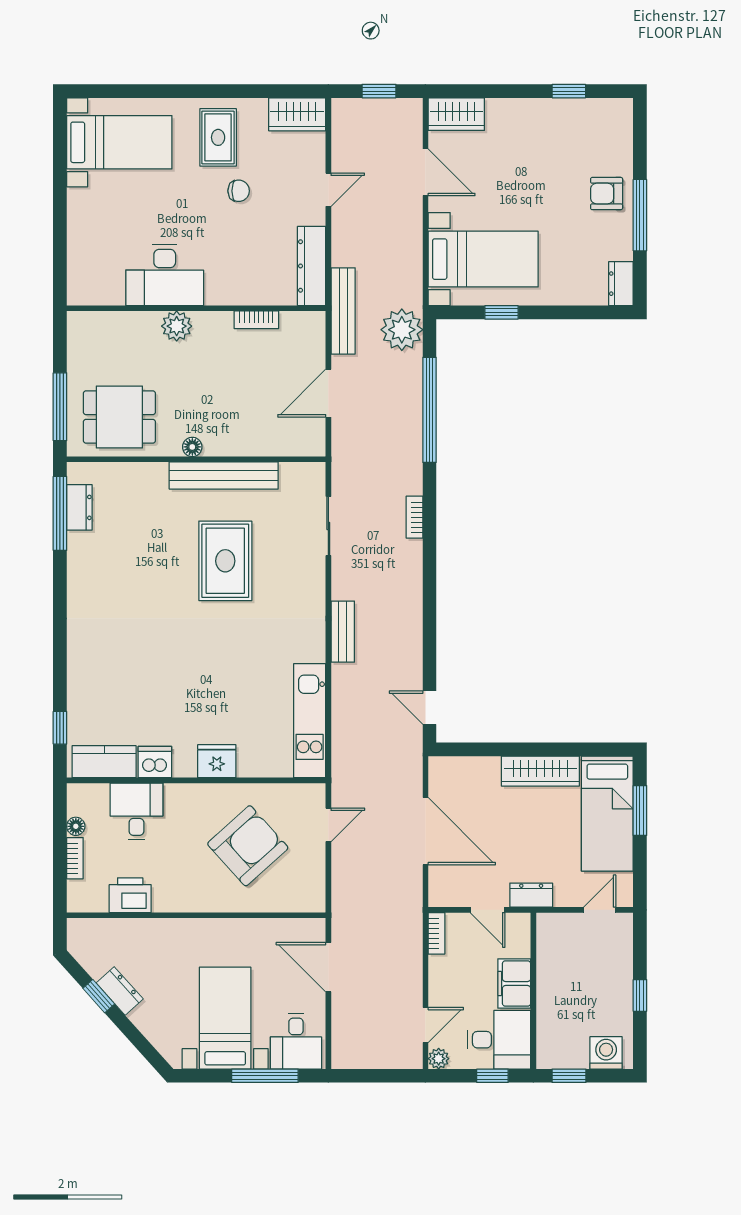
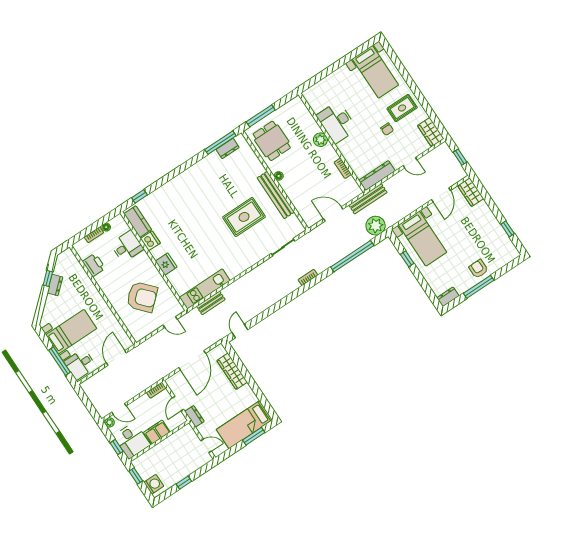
bench: (343, 632) -> (211, 303), moved
wardrobe: (540, 771) -> (232, 371), moved

